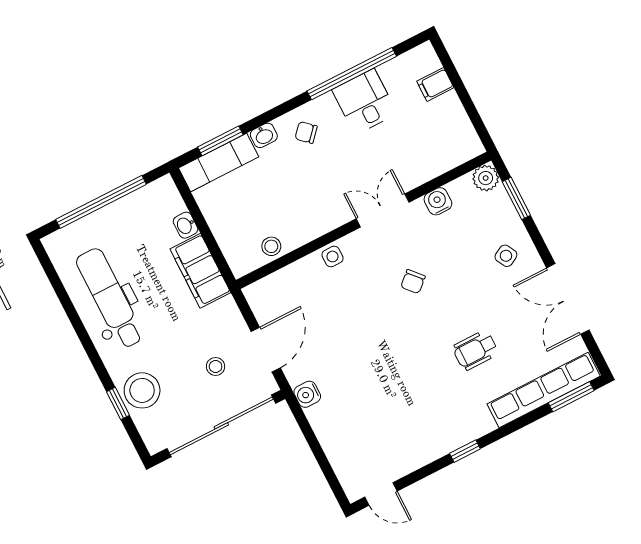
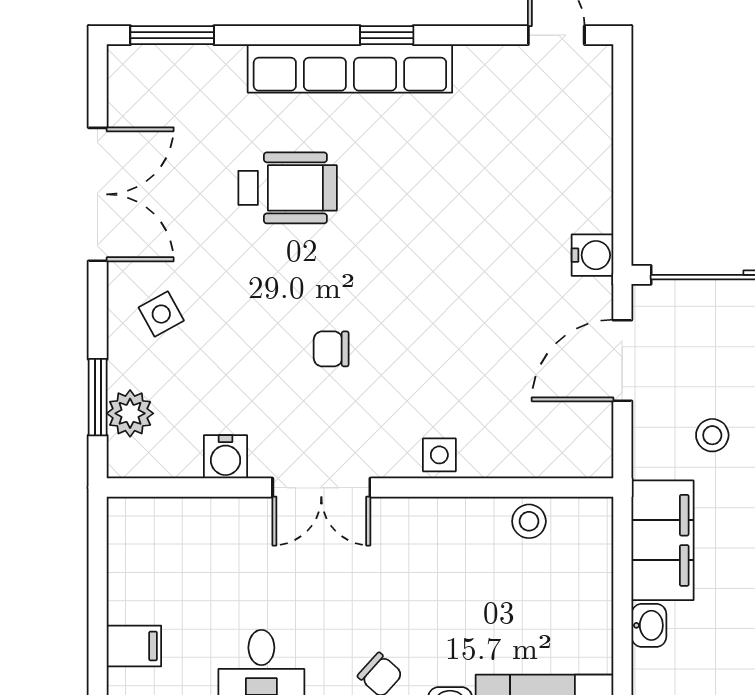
plant: (486, 178) -> (130, 413), moved
chair: (413, 282) -> (331, 349), turned -138
wheelchair: (475, 350) -> (288, 188), width x1.36, depth x1.37
stool: (216, 367) -> (712, 435), moved
row of seats: (544, 390) -> (350, 68), moved

